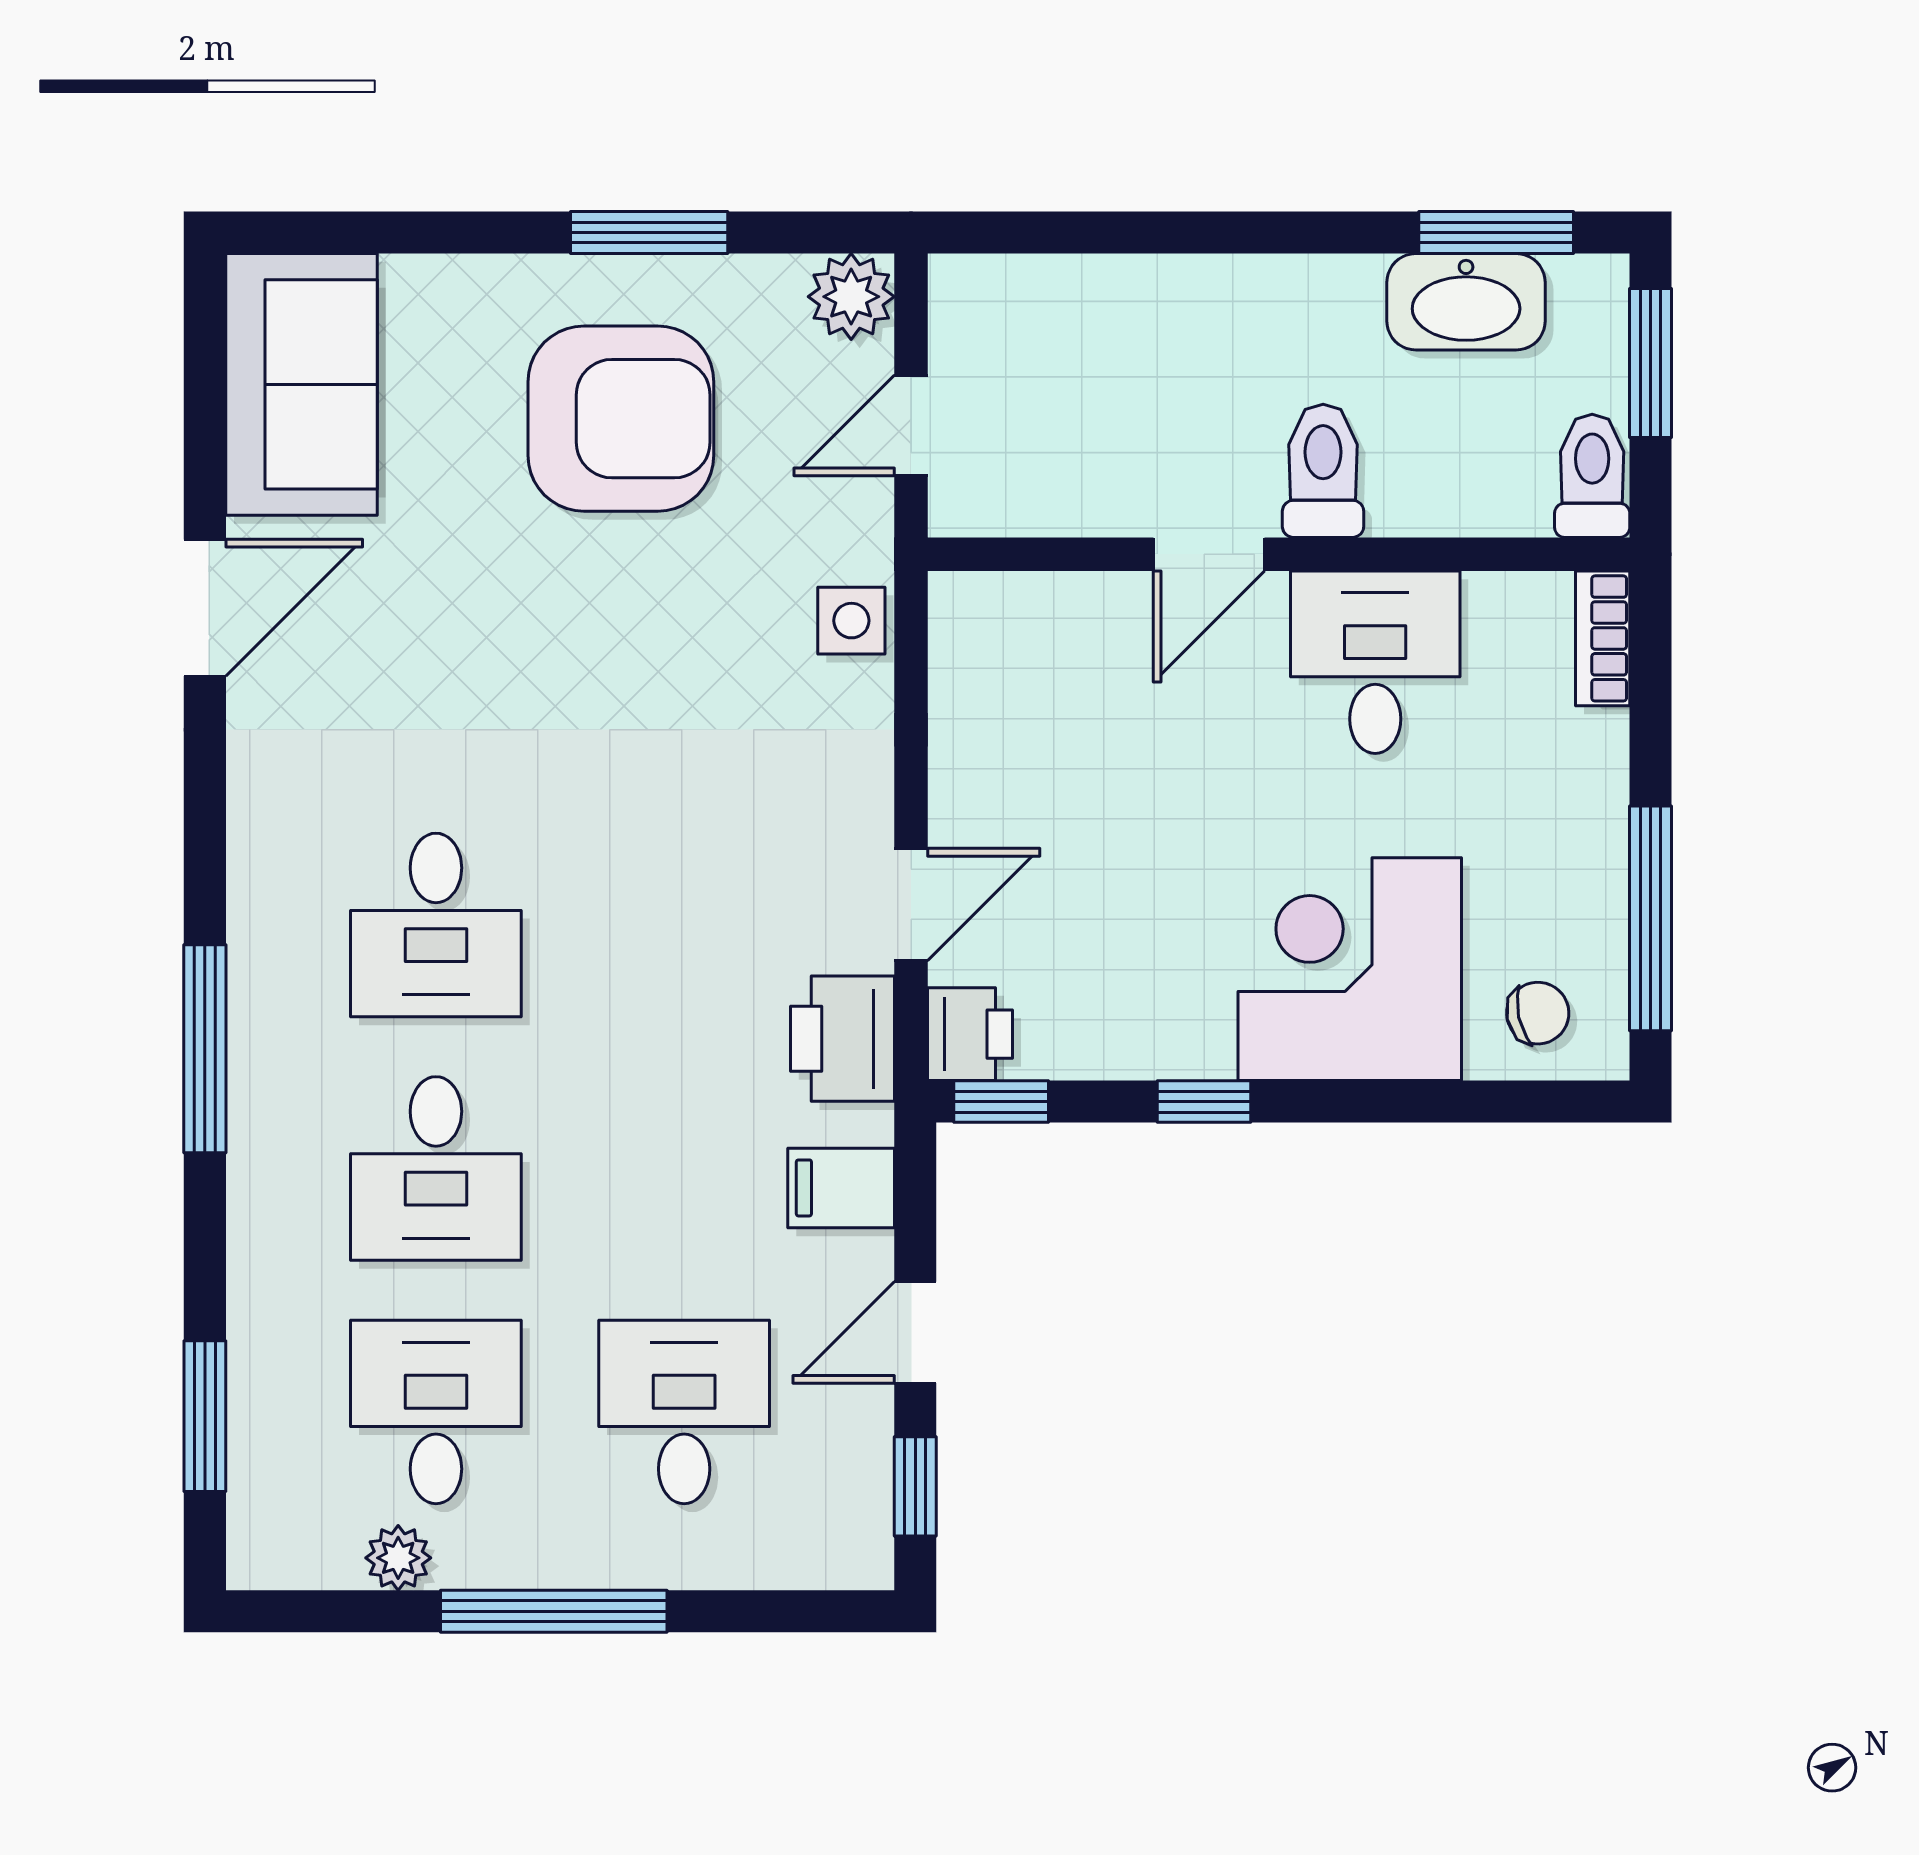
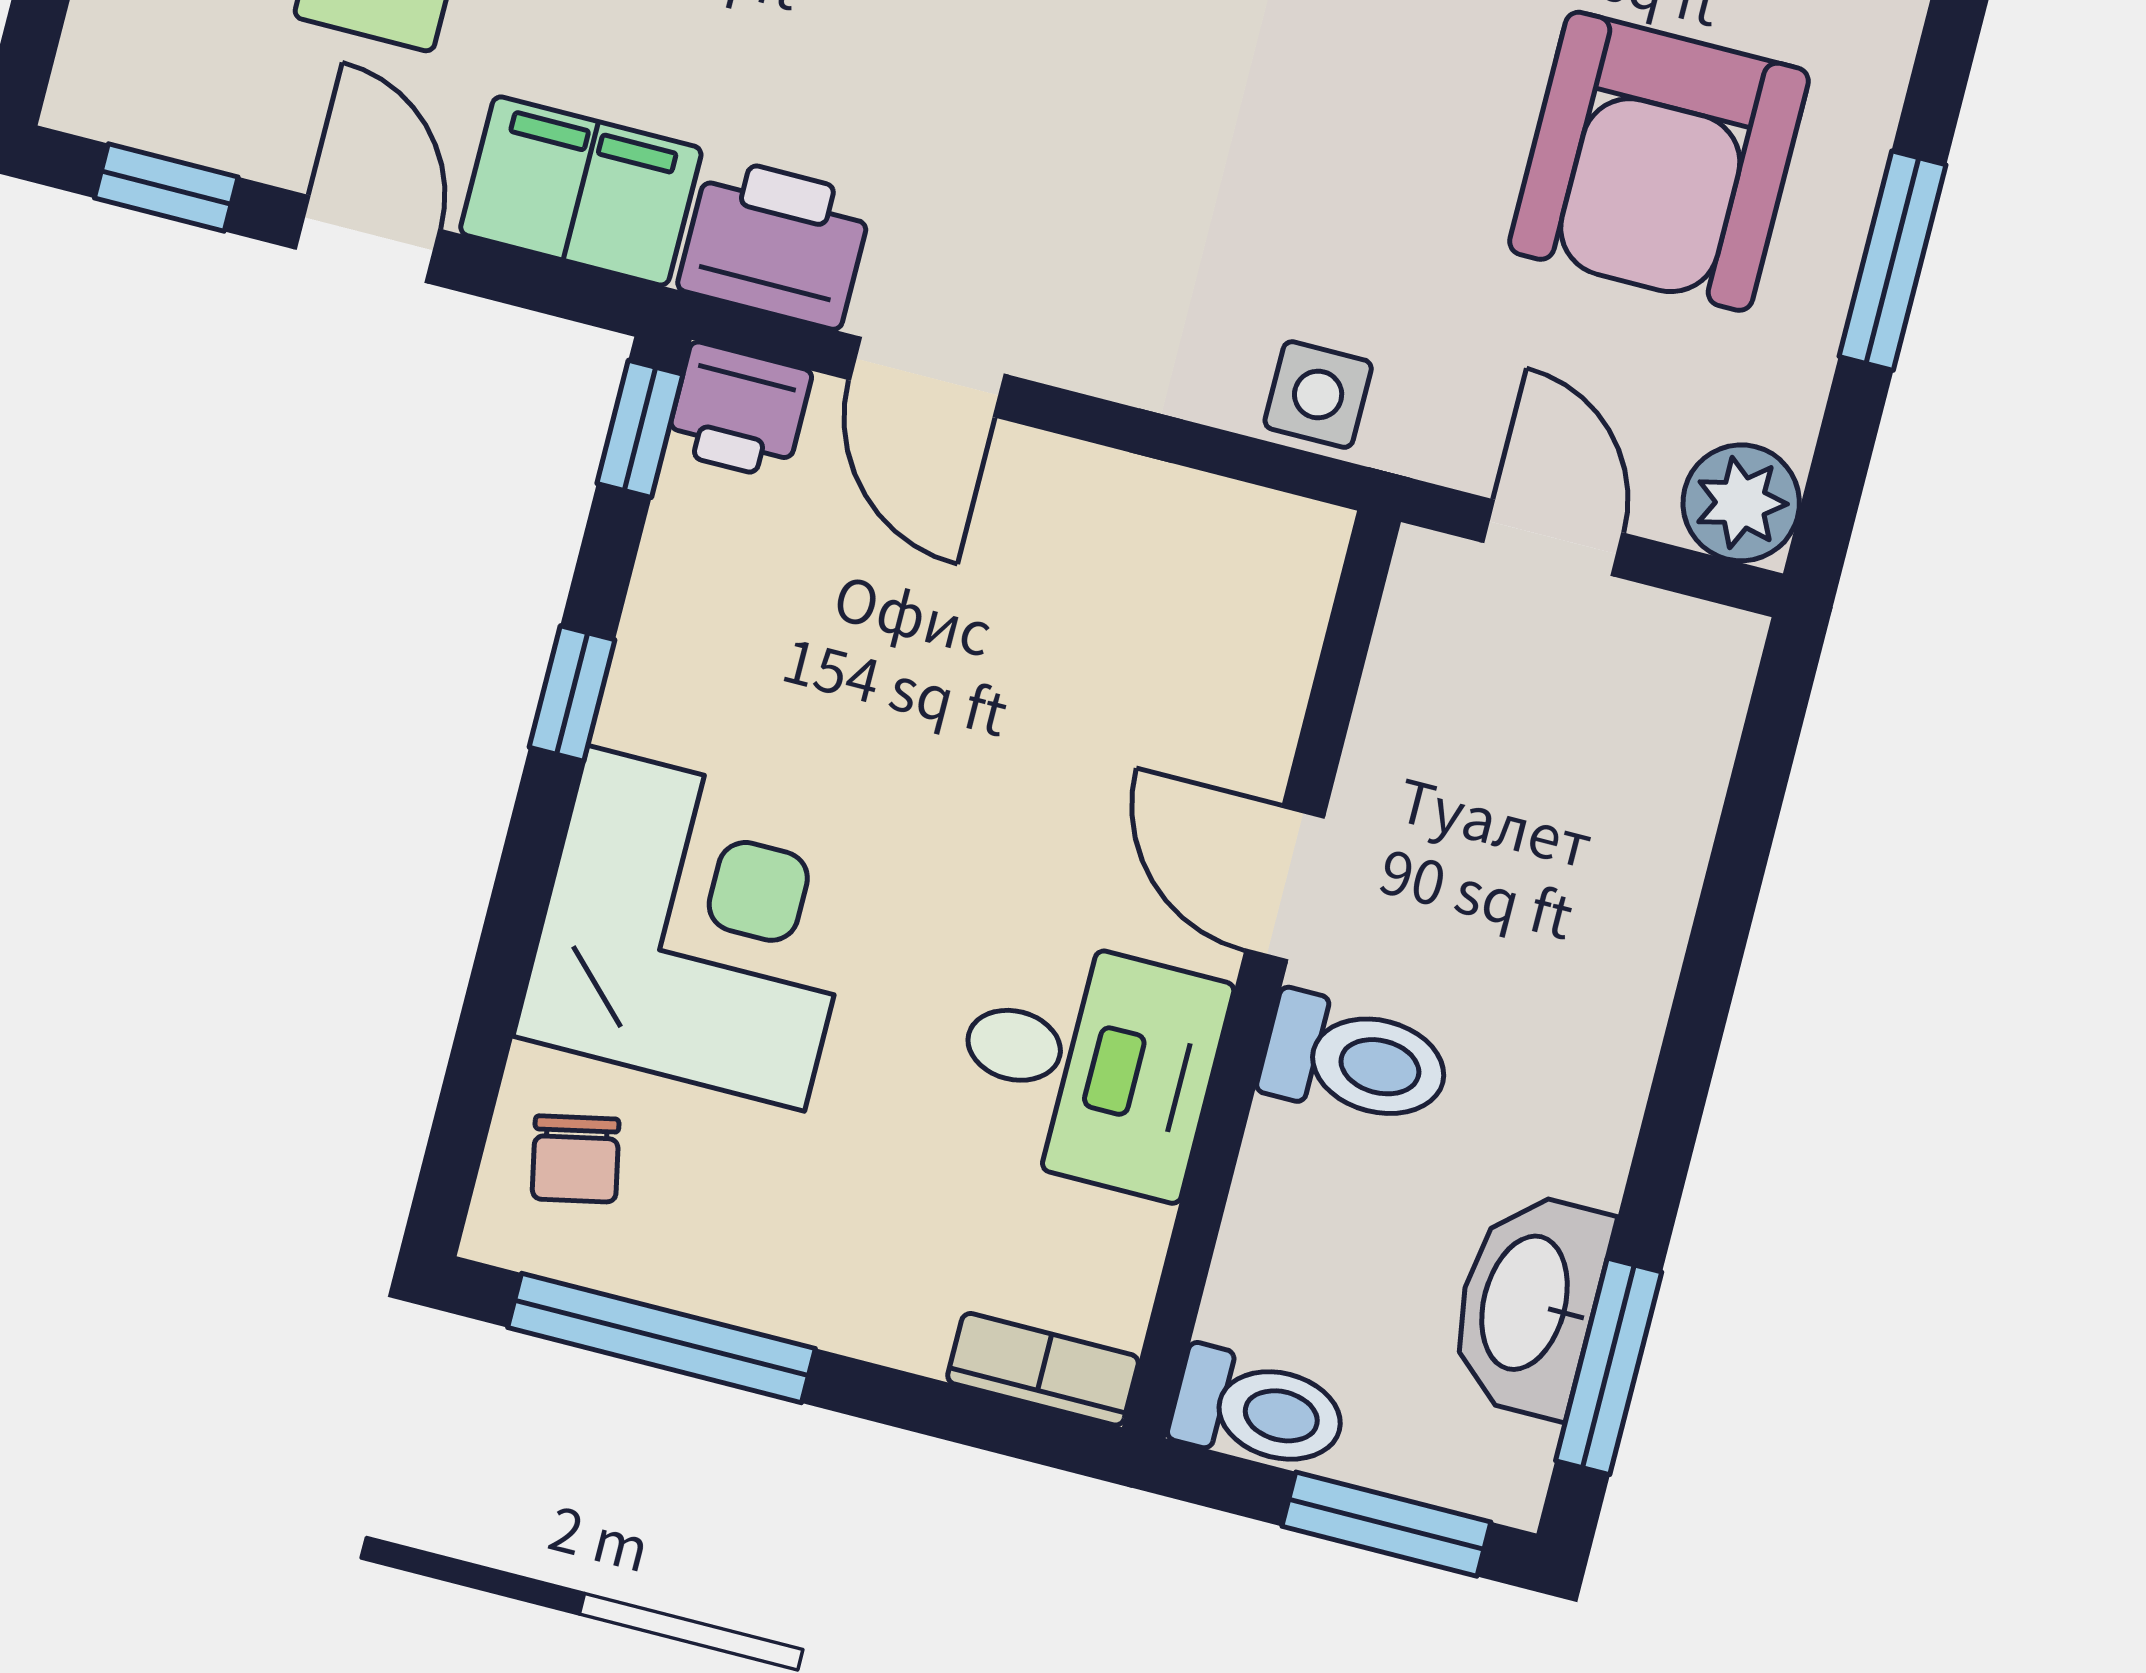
filing cabinet: (841, 1188) -> (581, 191), width x2.00

